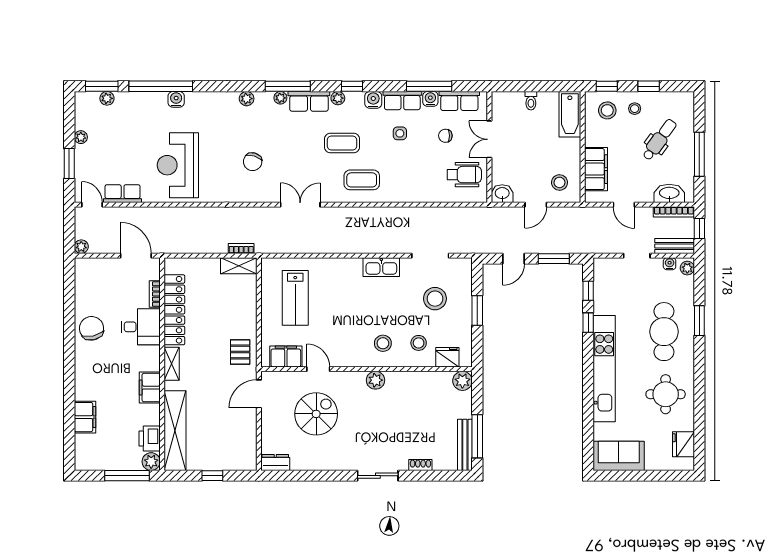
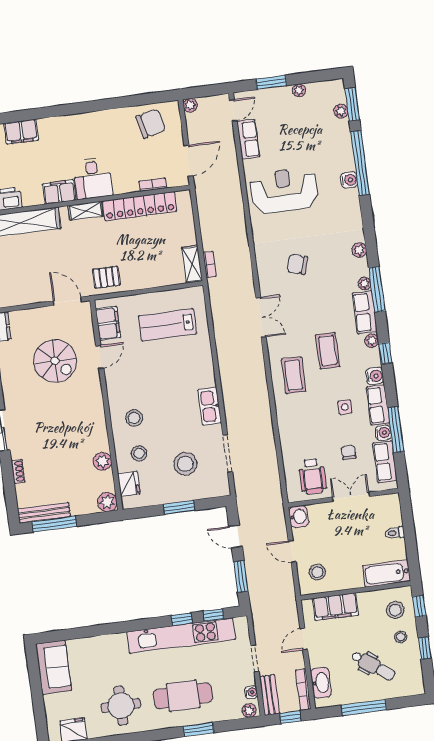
desk: (141, 327) -> (93, 178), moved
chair: (92, 328) -> (151, 123), moved
kitchen unit: (604, 369) -> (181, 636), moved
plant: (375, 380) -> (102, 461), moved

